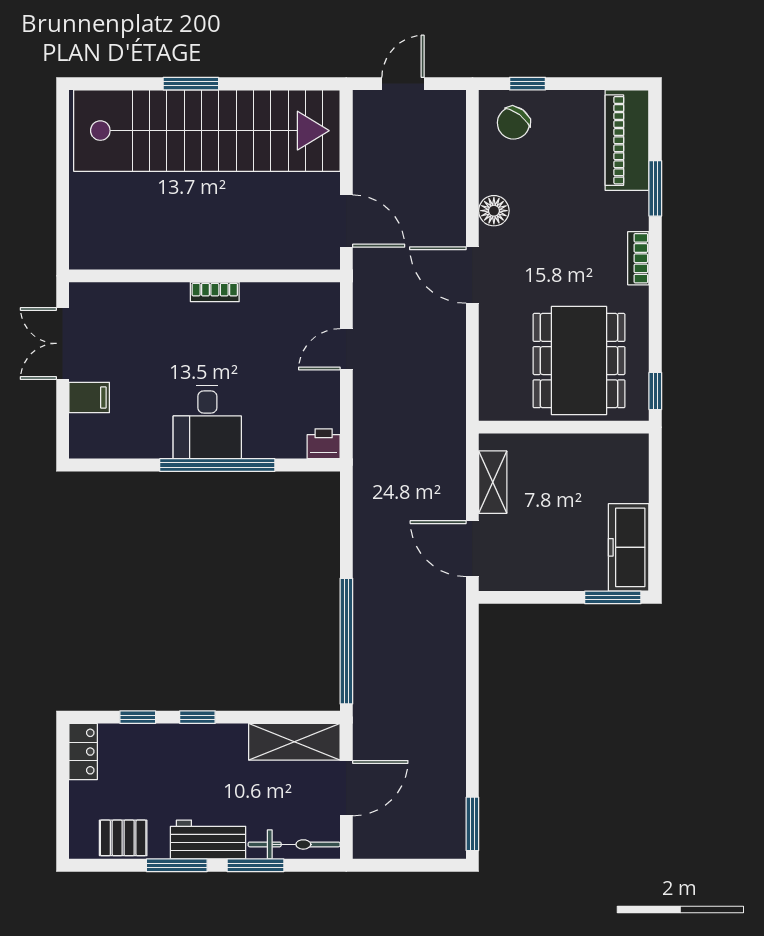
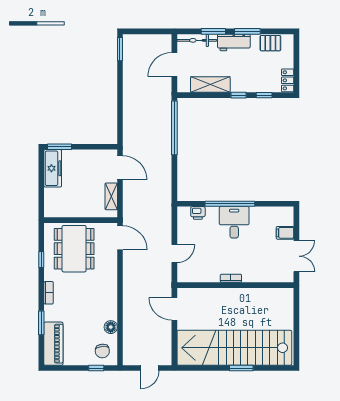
chair: (513, 123) -> (102, 351), turned 137
floor lamp: (494, 211) -> (111, 327), moved
door: (472, 275) -> (120, 238), moved
window: (655, 391) -> (41, 260), moved
printer: (324, 444) -> (198, 213), moved
shelving: (294, 742) -> (210, 85), moved

